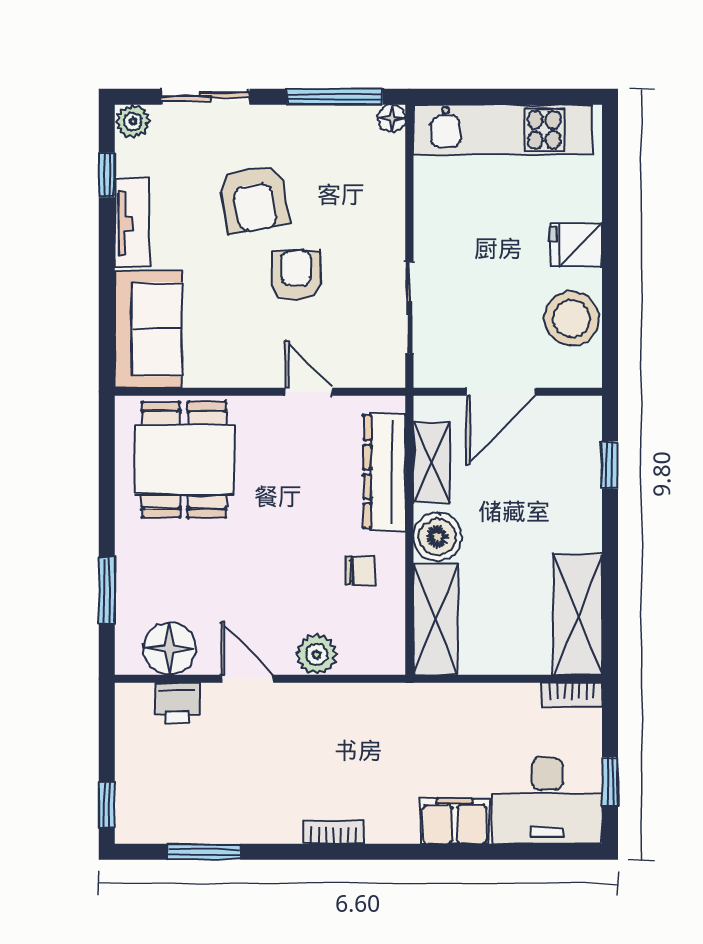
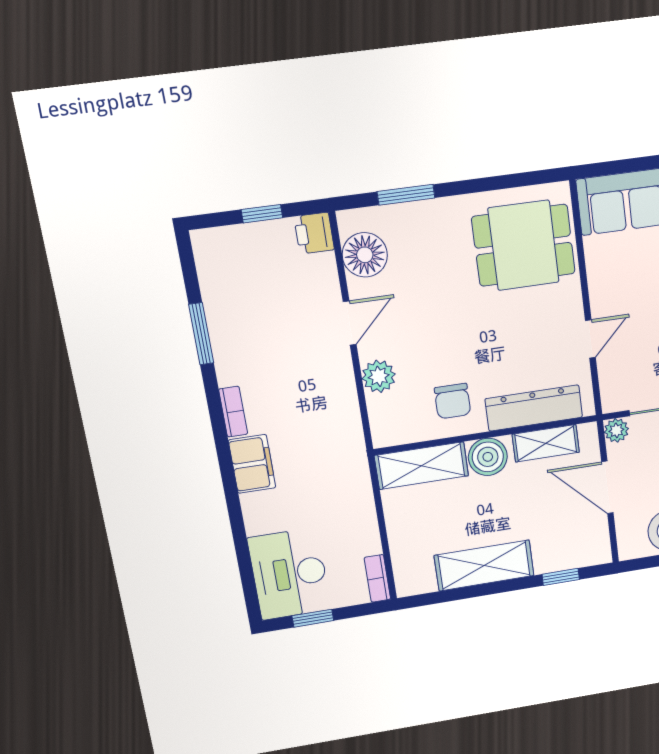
plant: (429, 372) -> (616, 430), added
chair: (361, 570) -> (453, 401), width x1.37, depth x1.37
shelving: (578, 614) -> (484, 566), moved
printer: (177, 703) -> (314, 233), moved
window: (107, 805) -> (262, 214), moved
filing cabinet: (455, 821) -> (252, 464), moved
window: (204, 852) -> (201, 334), moved

